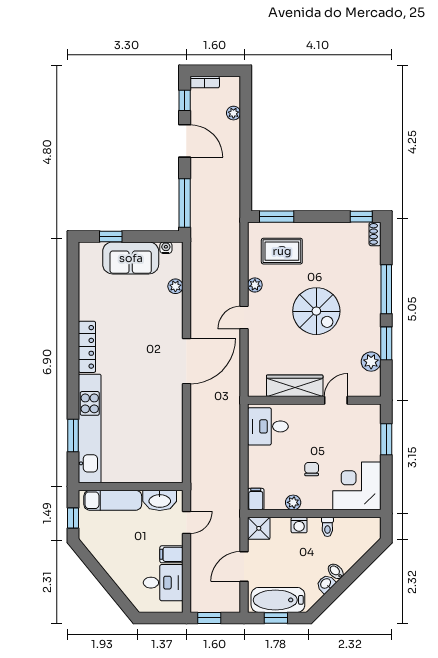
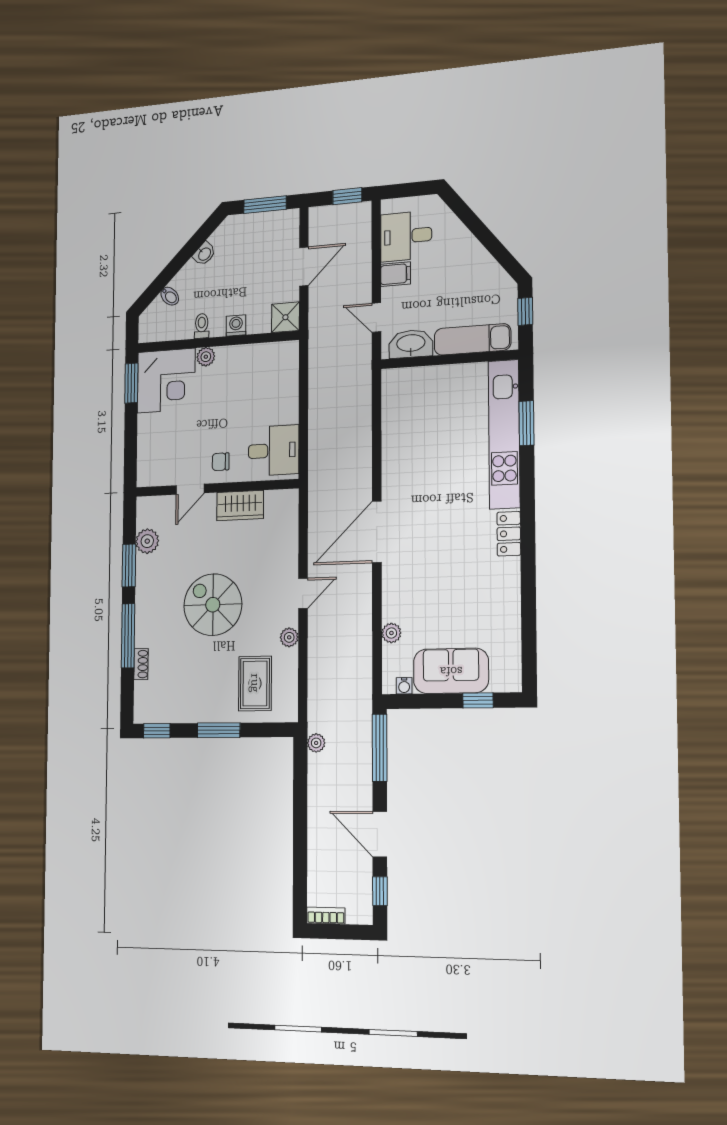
bookcase: (205, 82) -> (326, 916), moved
plant: (233, 113) -> (316, 743), moved
window: (277, 217) -> (219, 730), moved
shoe rack: (375, 234) -> (141, 664), moved
rug: (282, 251) -> (255, 683), turned 90
locker: (87, 347) -> (509, 534), width x0.66
wardrobe: (295, 386) -> (240, 506), width x0.67
window: (386, 439) -> (131, 383), moved
chair: (312, 469) -> (221, 462), moved, turned 90
filing cabinet: (256, 499) -> (289, 355), removed
plant: (293, 502) -> (206, 357), moved
door: (186, 522) -> (376, 318), hinge flipped
bidet: (336, 571) -> (170, 296), moved
bathtub: (278, 600) -> (262, 228), removed
window: (276, 618) -> (265, 205), width x1.50

